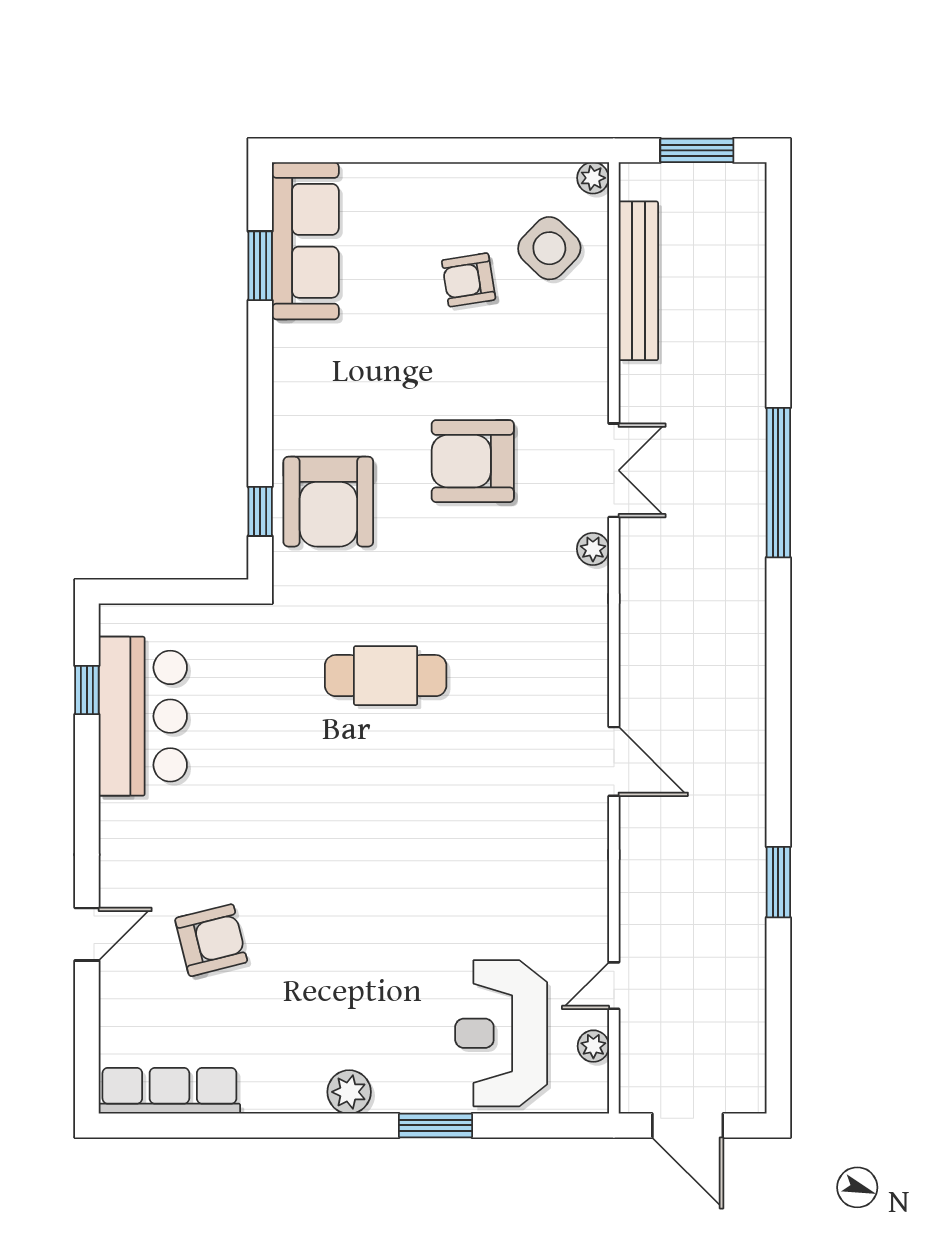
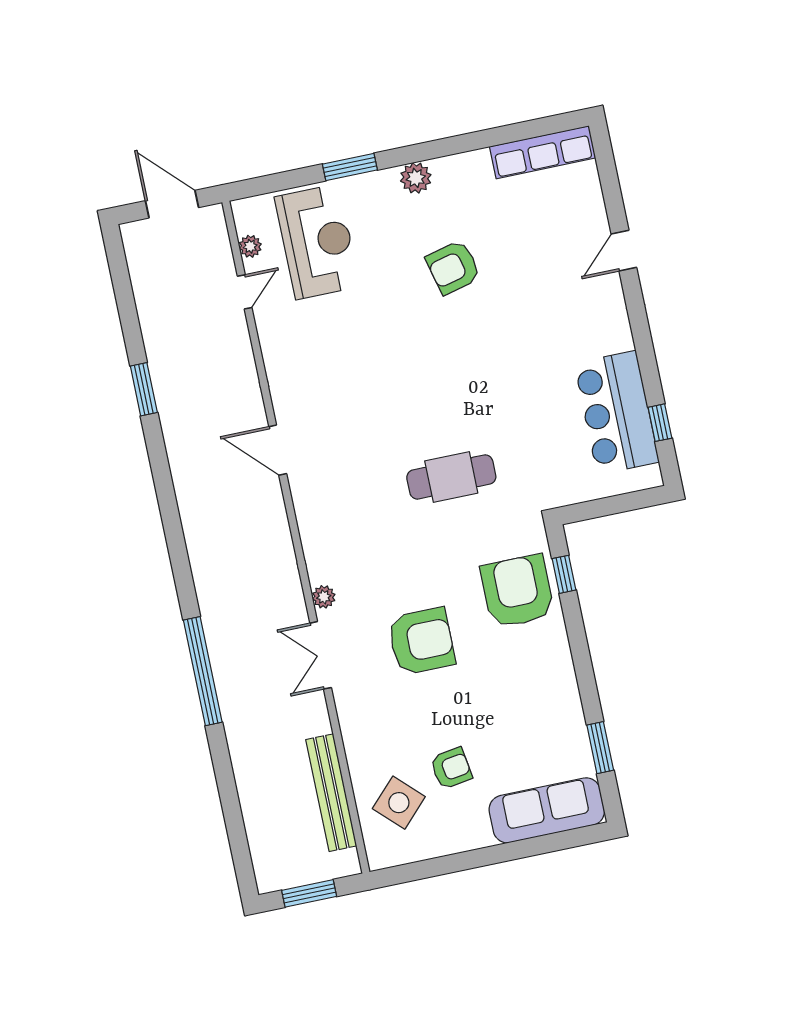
plant: (593, 178) -> (378, 859), removed
sofa: (305, 241) -> (547, 810), moved, turned 90
armchair: (211, 940) -> (453, 267), moved

